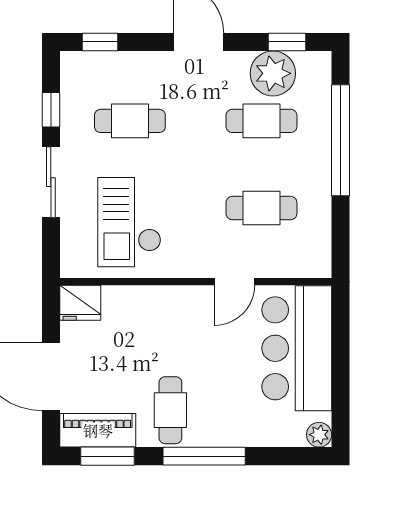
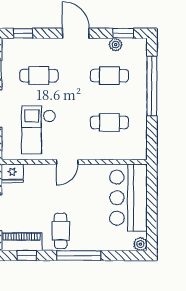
plant: (273, 73) -> (116, 45), width x0.53, depth x0.53
door: (234, 282) -> (67, 162), moved
window: (107, 456) -> (27, 255), width x0.67

